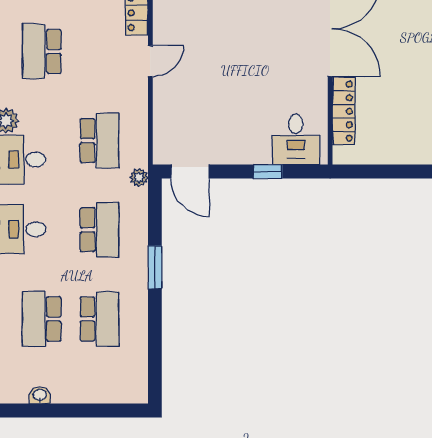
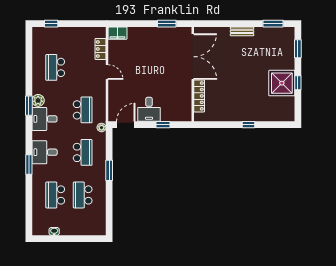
door: (150, 61) -> (107, 72), hinge flipped
desk: (296, 139) -> (149, 109), moved
door: (190, 172) -> (126, 125), swing flipped
school desk: (99, 319) -> (83, 195), turned 180

